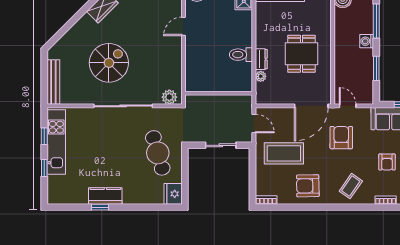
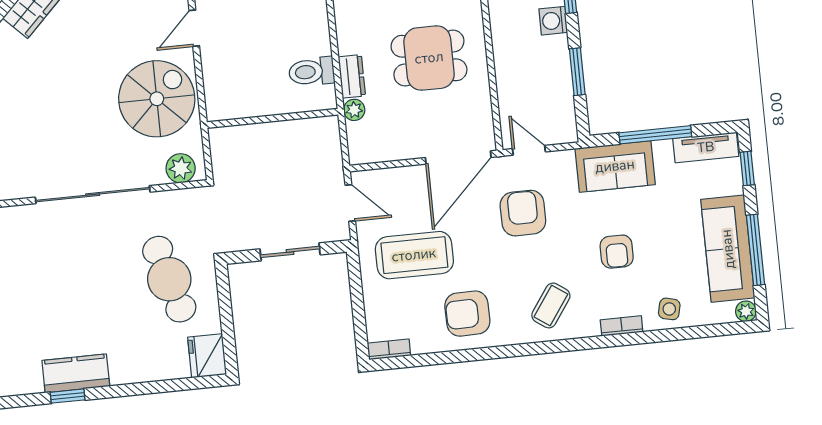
dining table: (301, 54) -> (429, 58), turned 90
spiral stairs: (109, 63) -> (157, 99), moved
wall: (219, 93) -> (273, 118), moved

